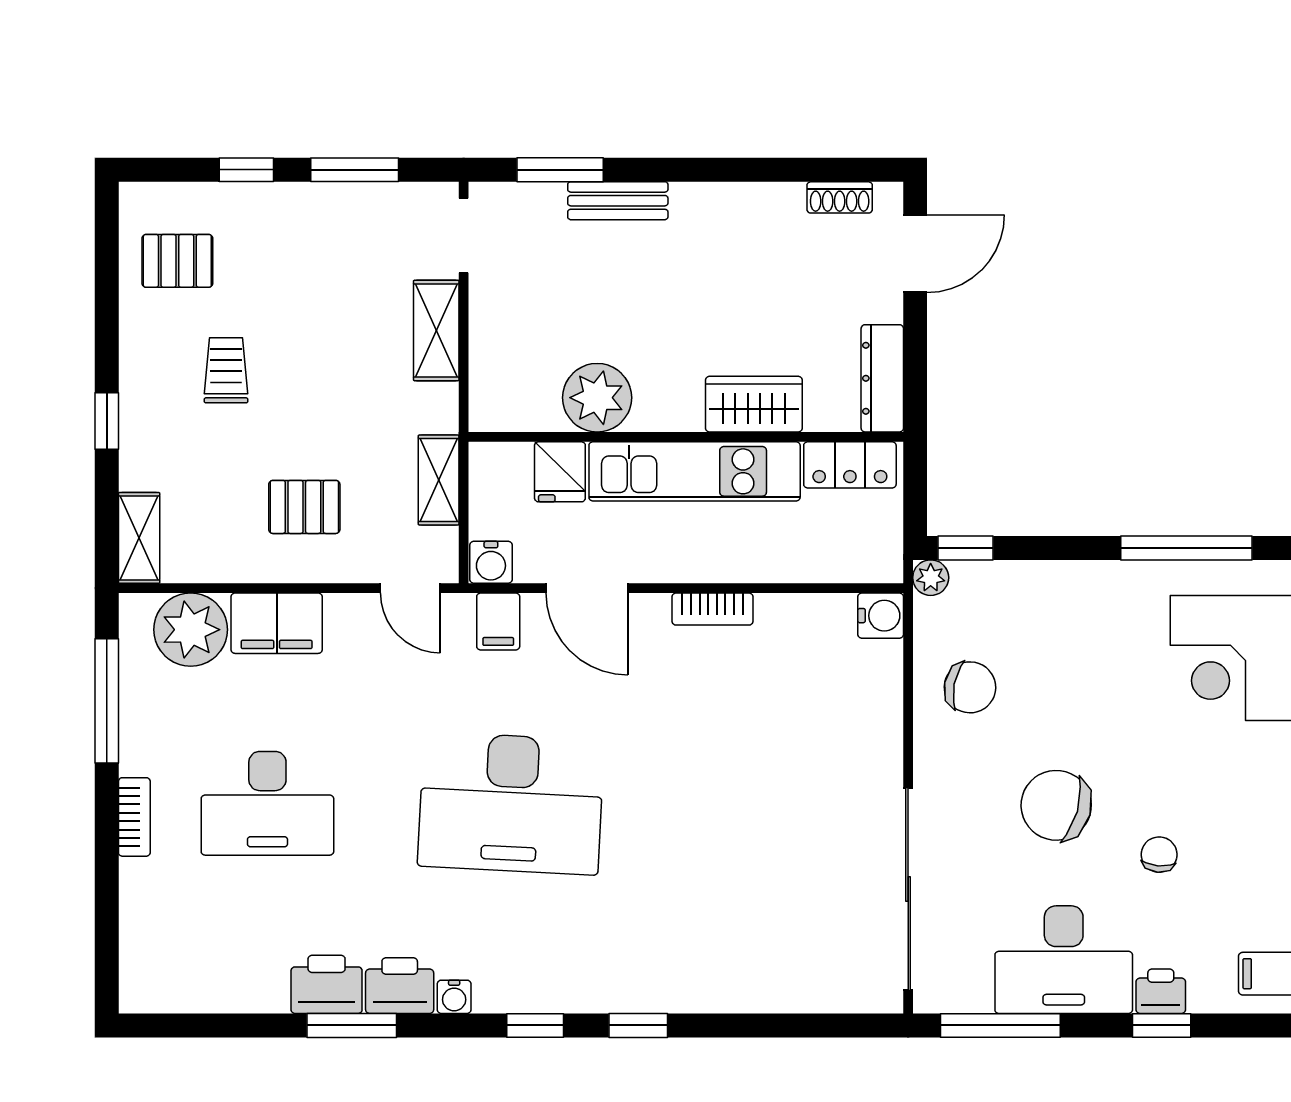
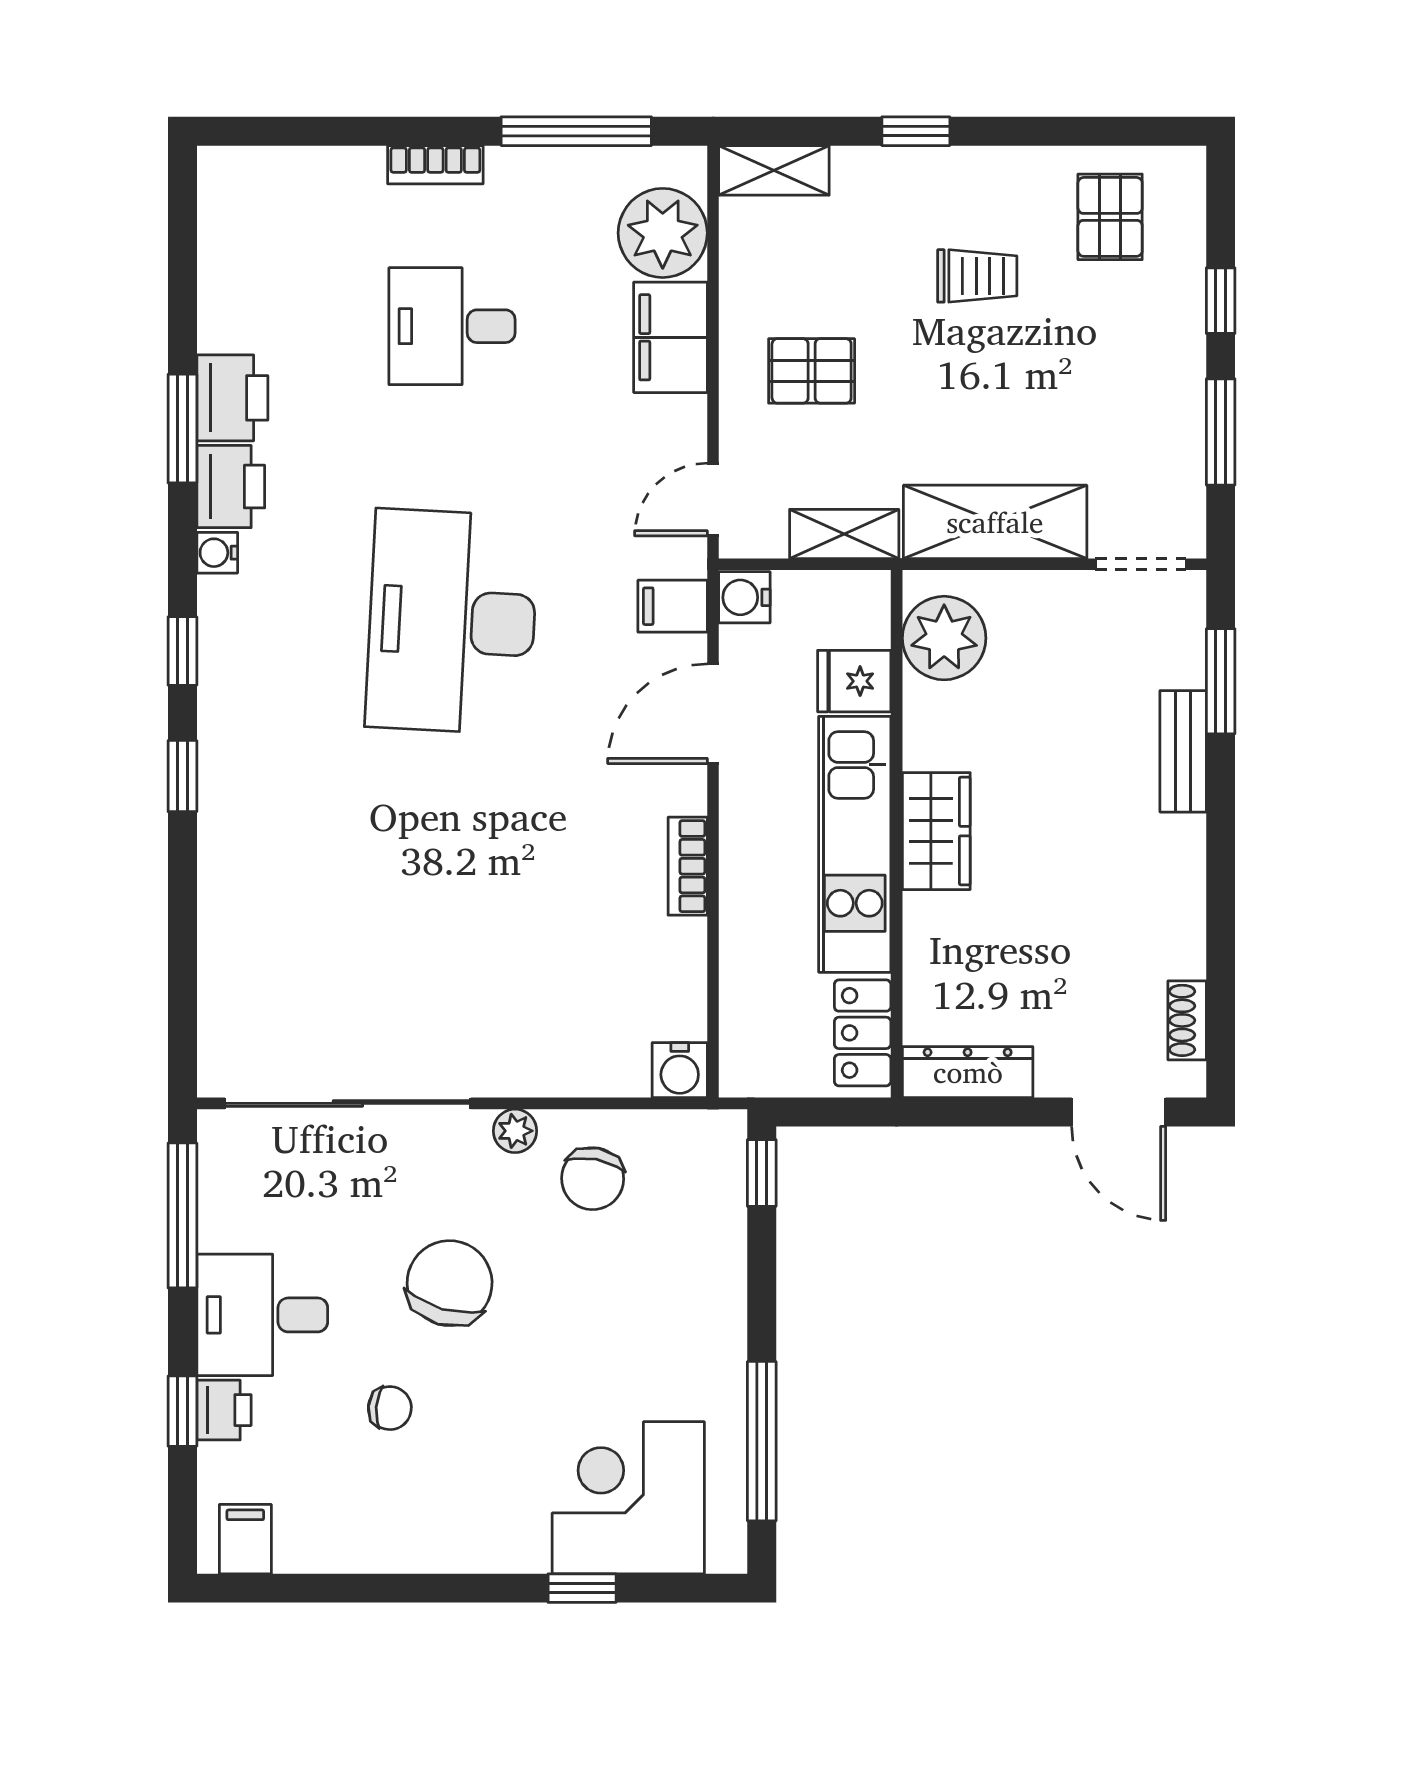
shelving: (436, 330) -> (995, 522), width x1.50, depth x1.33
plant: (597, 398) -> (944, 638), moved
wardrobe: (754, 404) -> (936, 831), moved
pallet: (304, 507) -> (812, 371), turned 90
plant: (931, 578) -> (515, 1131), moved
desk: (267, 803) -> (452, 326), width x0.73
desk: (1064, 960) -> (262, 1315), width x0.73

